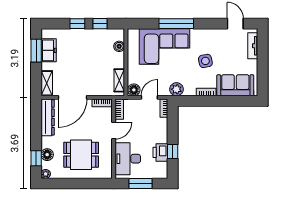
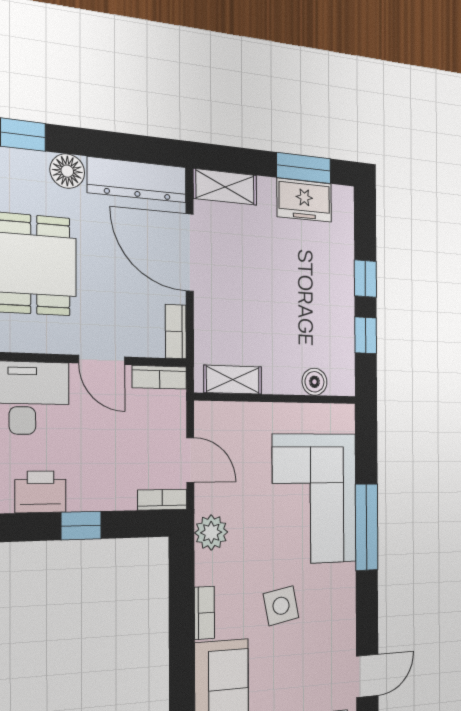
floor lamp: (134, 90) -> (209, 418), removed
window: (173, 152) -> (81, 526), moved
floor lamp: (47, 155) -> (67, 171), moved

